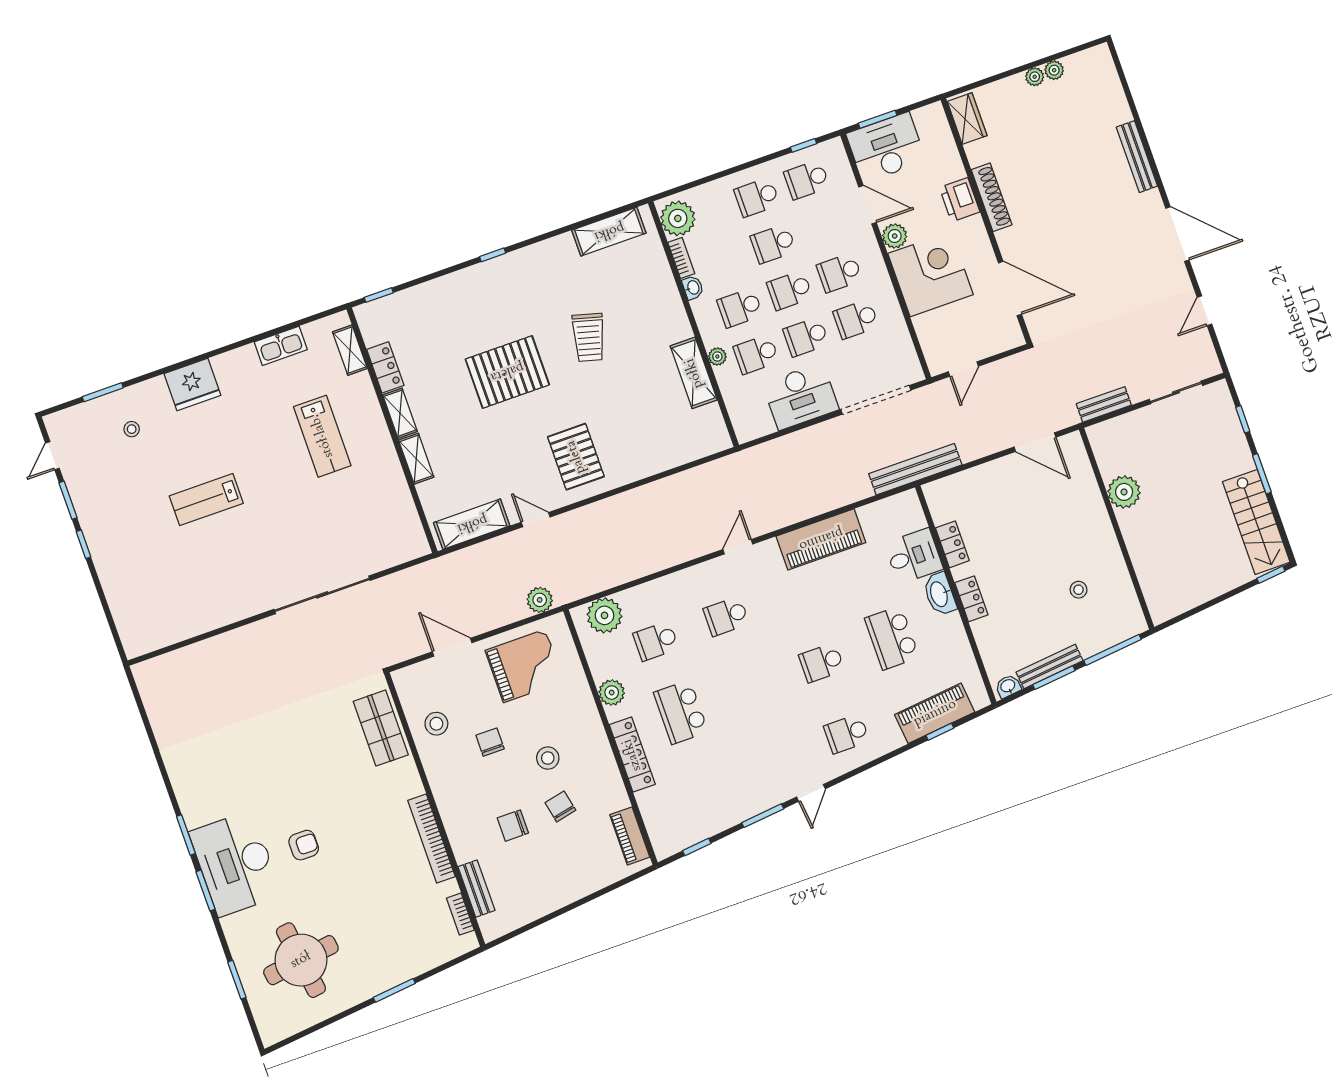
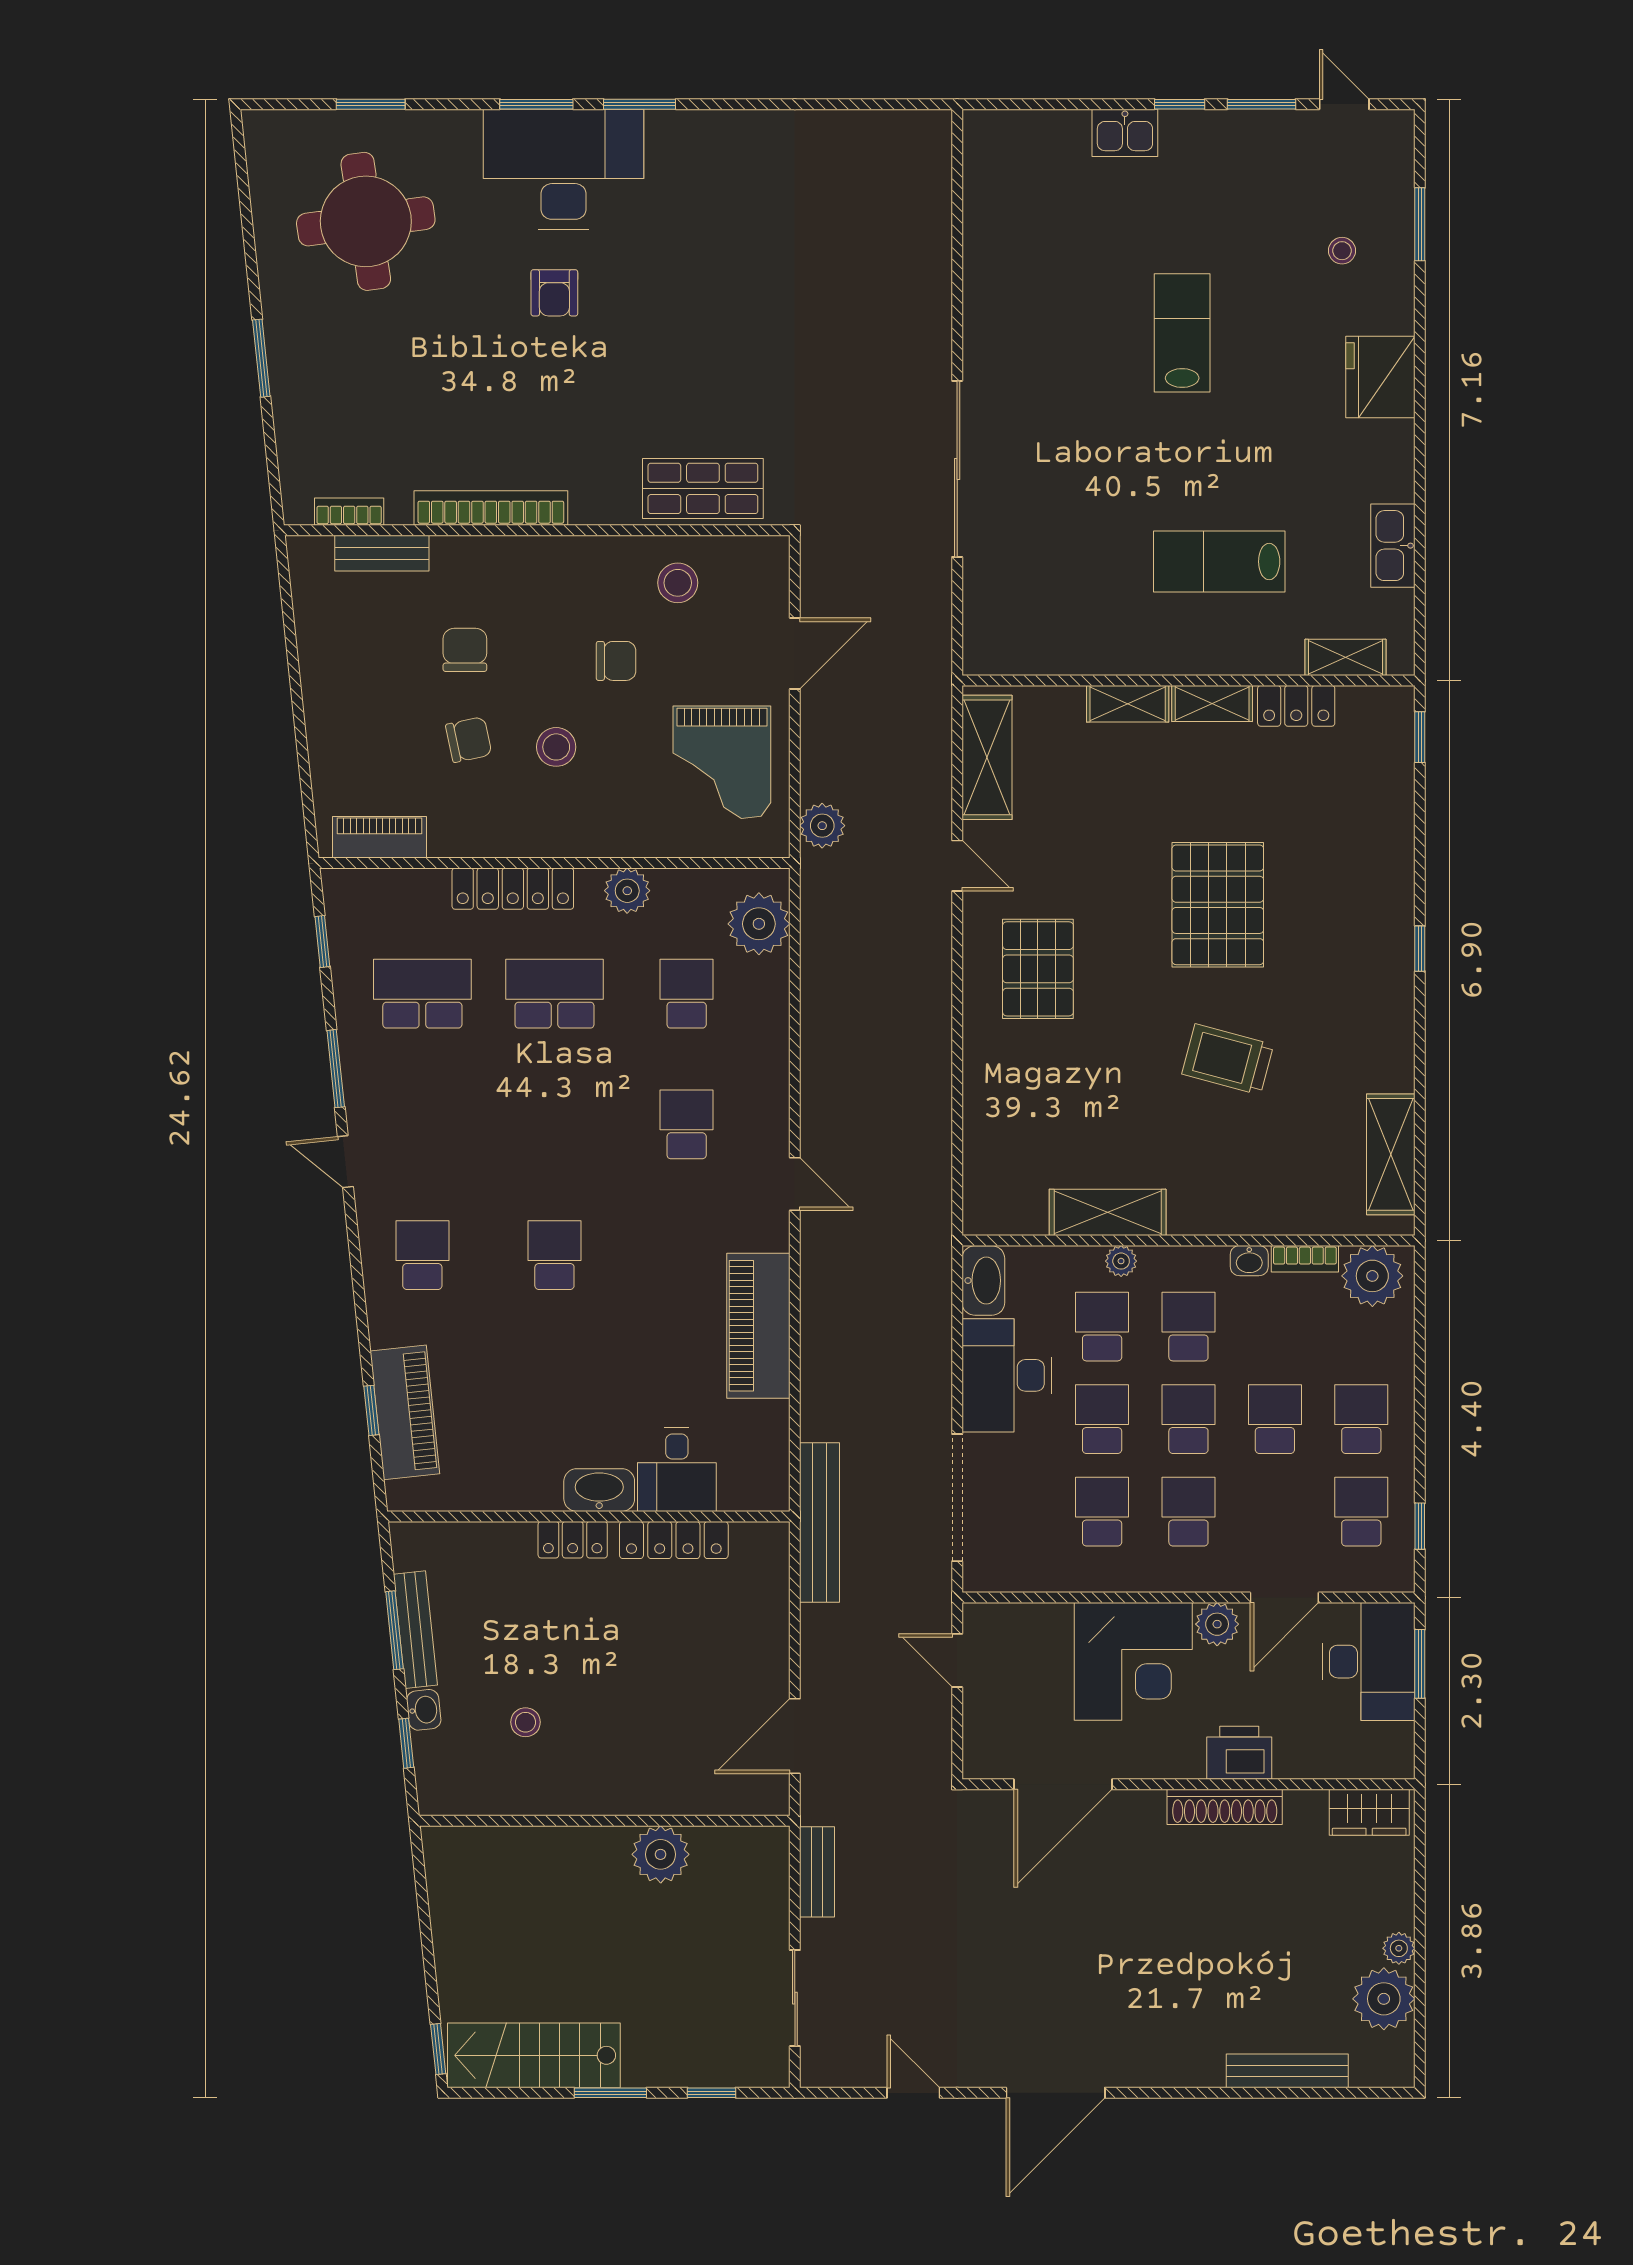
plant: (1054, 70) -> (1384, 1999), width x1.88, depth x1.88
bench: (1137, 157) -> (1287, 2071), moved
washbasin: (754, 427) -> (983, 1281), added
pallet: (576, 457) -> (1038, 969), turned 90
door: (536, 520) -> (957, 866), hinge flipped
locker: (952, 544) -> (674, 1540), width x1.53
kitchen sink: (109, 568) -> (1125, 133), added
school desk: (892, 638) -> (422, 994), moved
window: (1112, 650) -> (406, 1743), width x0.46
washbasin: (1008, 686) -> (424, 1710), moved

